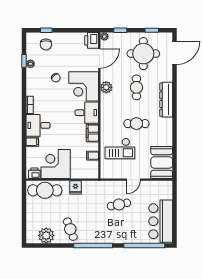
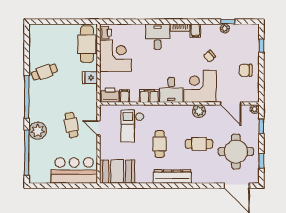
printer: (92, 40) -> (110, 95), moved
chair: (46, 44) -> (246, 70), moved
dresser: (166, 100) -> (172, 176), moved
filing cabinet: (32, 142) -> (195, 31), moved
door: (134, 180) -> (98, 128), moved
bar counter: (161, 221) -> (74, 170), moved
plant: (46, 235) -> (38, 131), moved

